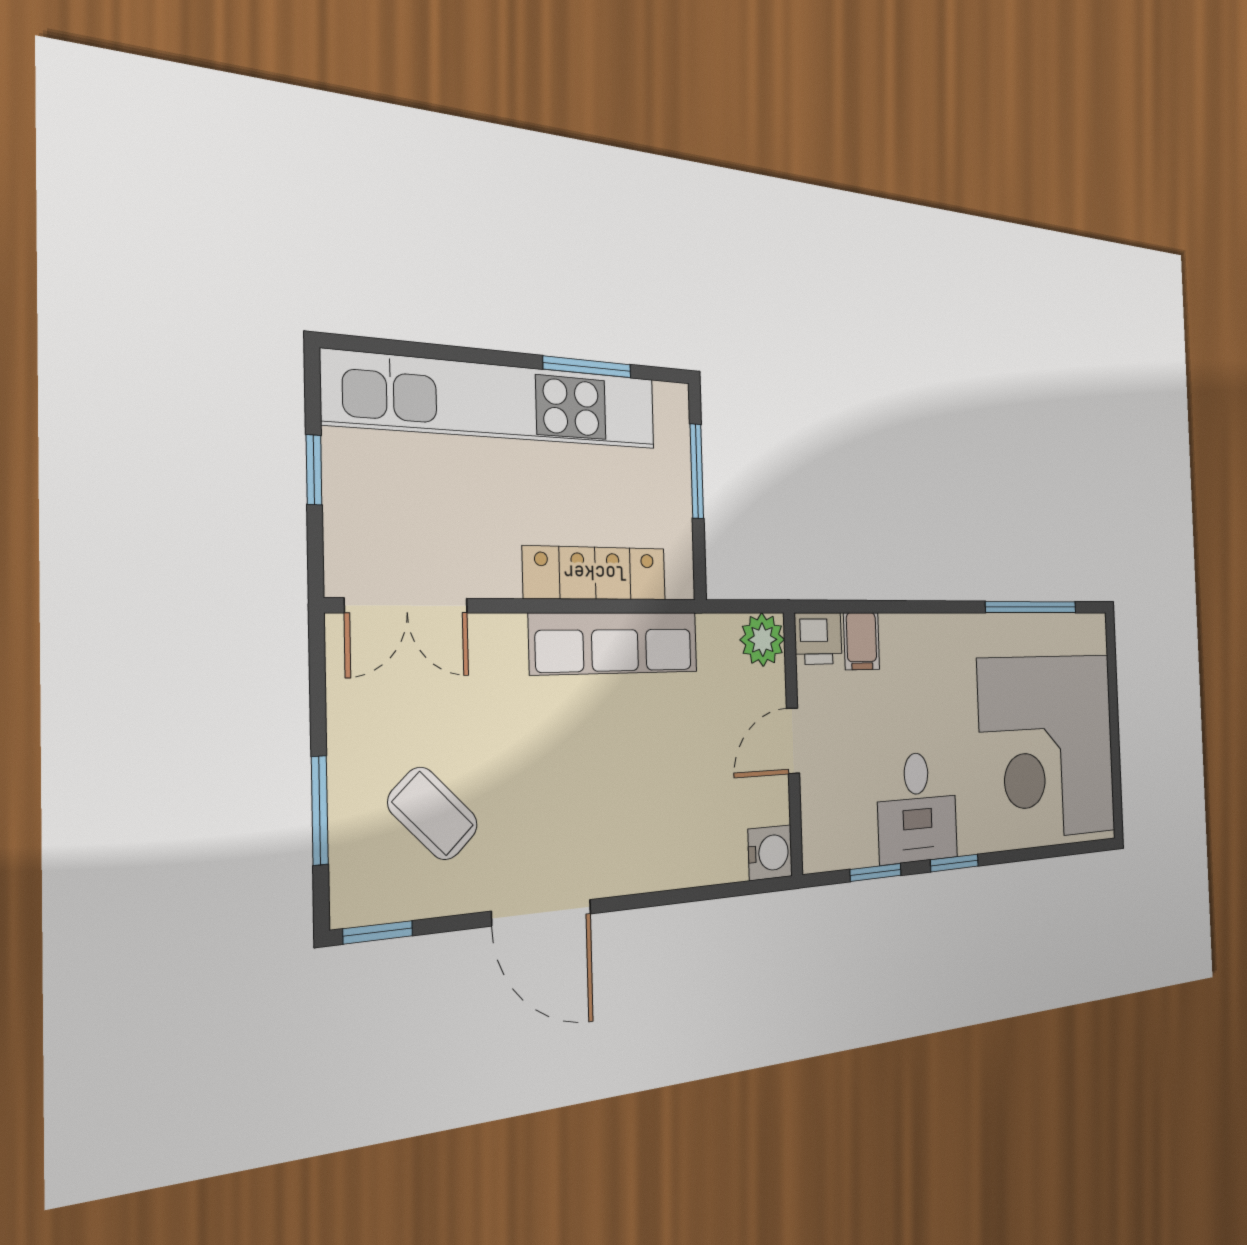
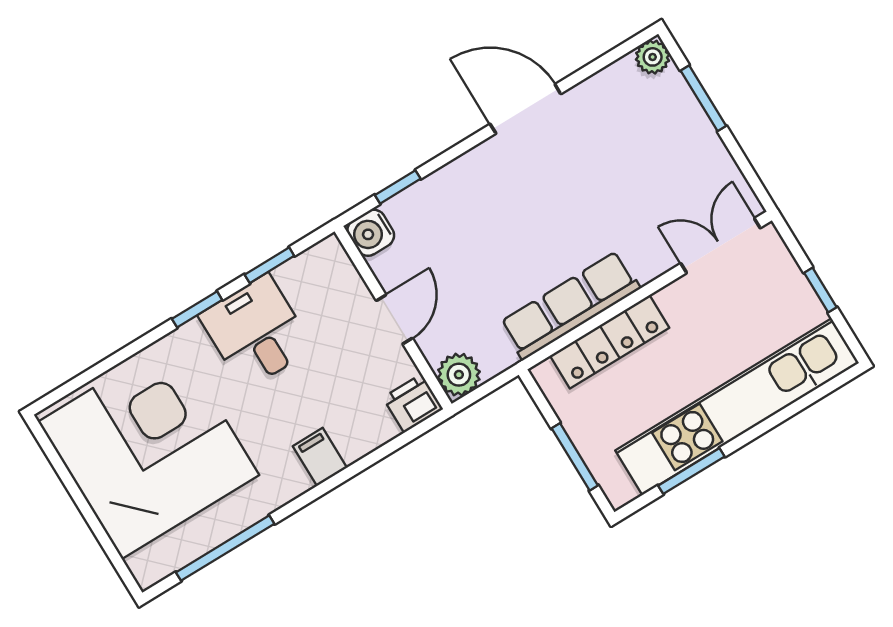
filing cabinet: (862, 641) -> (320, 457), moved
coffee table: (433, 814) -> (633, 132), removed
plant: (354, 902) -> (653, 57), added
window: (378, 932) -> (398, 187), moved

